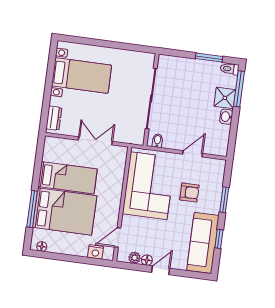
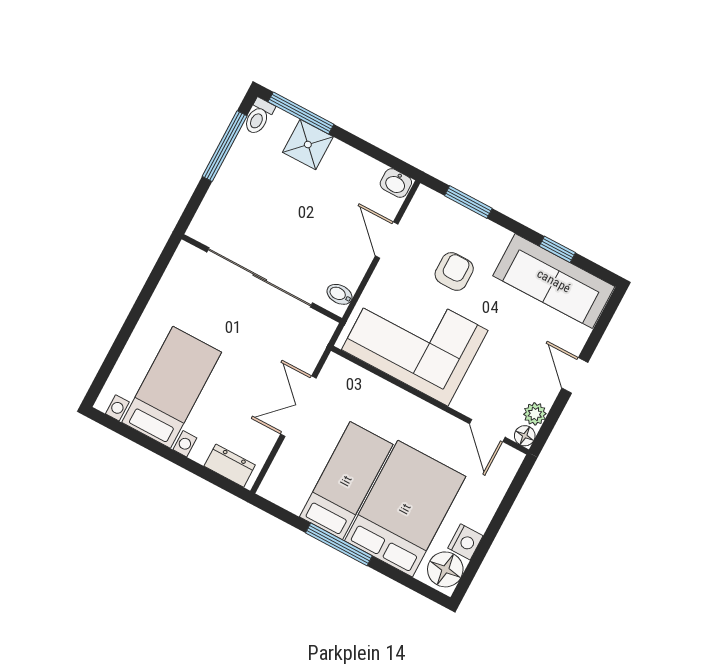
window: (209, 58) -> (225, 146), width x1.44
washbasin: (226, 117) -> (396, 183), moved
window: (224, 200) -> (468, 202), moved
window: (32, 209) -> (339, 544), moved
floor lamp: (42, 247) -> (445, 569), width x1.89, depth x1.89
nightstand: (95, 252) -> (465, 542), moved
floor lamp: (147, 260) -> (525, 436), moved

